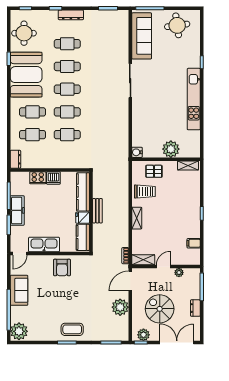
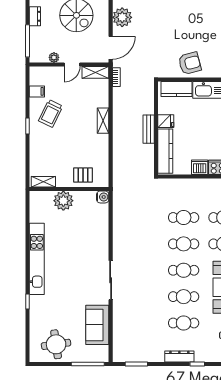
sofa: (142, 36) -> (97, 325), width x0.73
trolley: (145, 191) -> (51, 113), moved, turned -64
kitchen counter: (83, 237) -> (176, 89), moved, turned 90
armchair: (62, 267) -> (190, 63), turned 75

